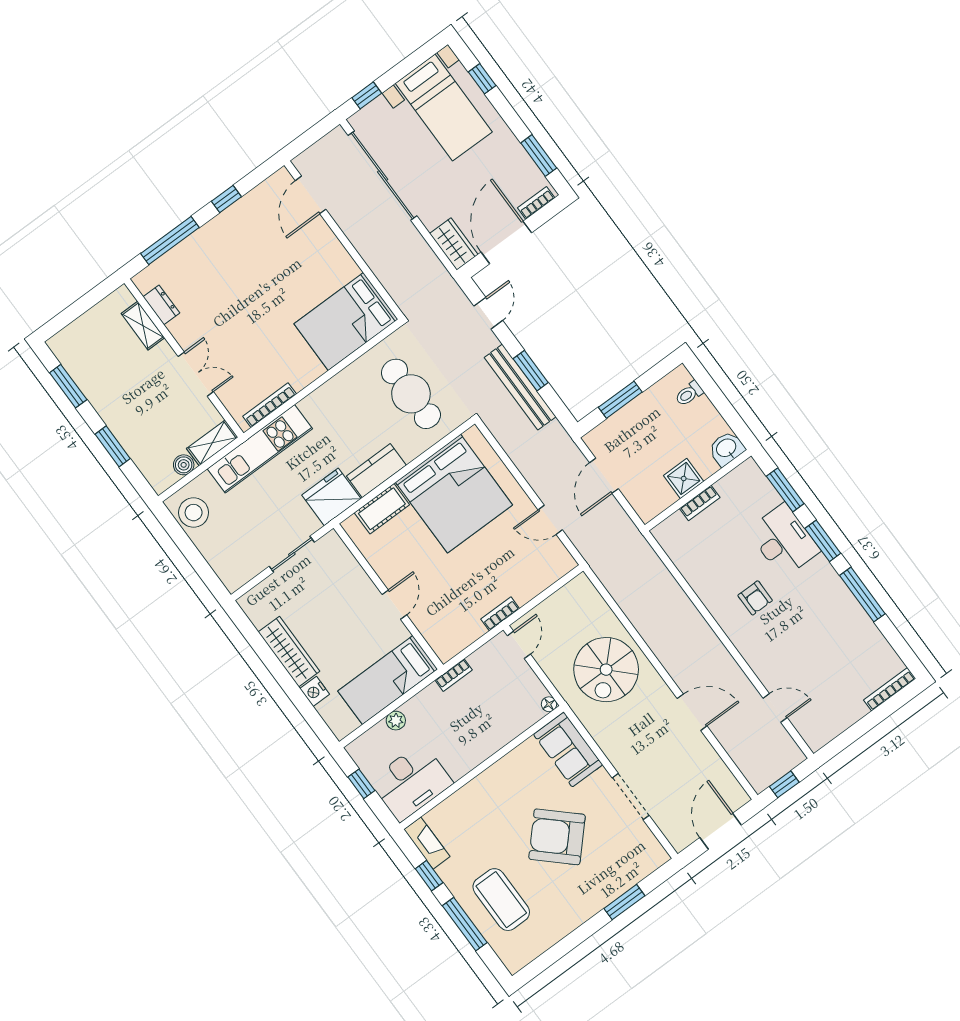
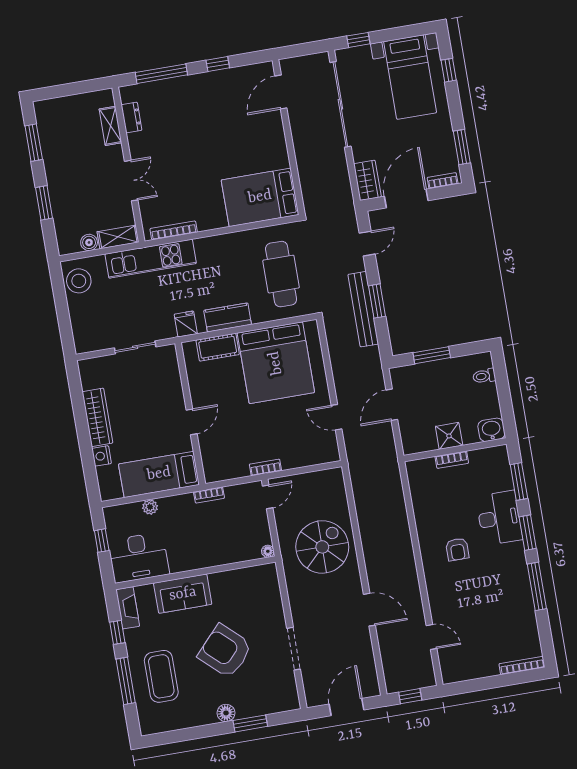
fridge: (331, 497) -> (186, 324), width x0.53, depth x0.75
spiral stairs: (606, 670) -> (322, 547), turned 180
sofa: (568, 750) -> (183, 594), moved, turned -90
floor lamp: (592, 904) -> (226, 713), added

